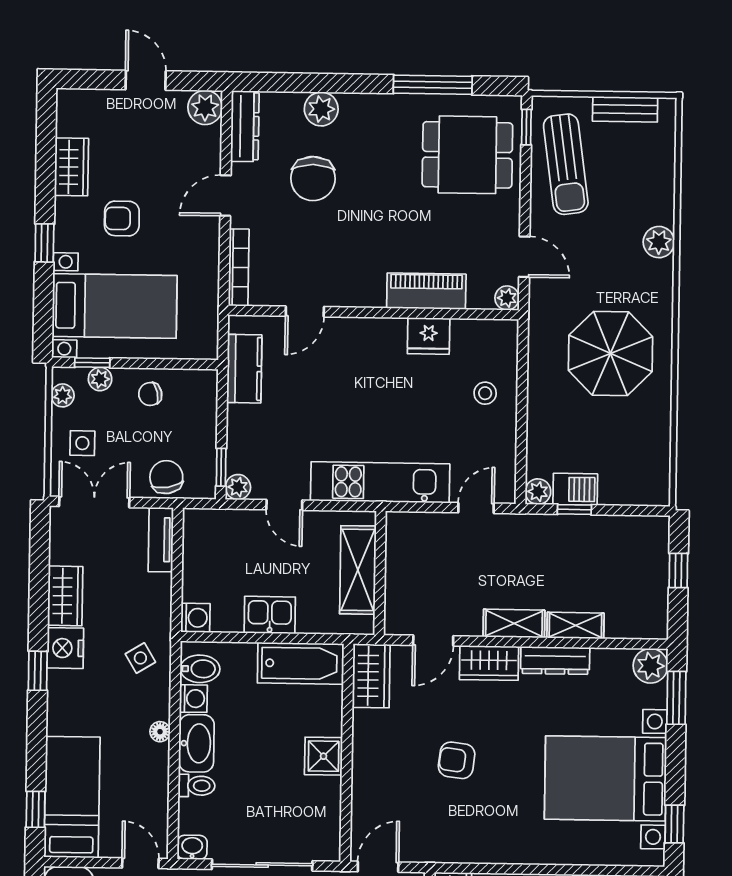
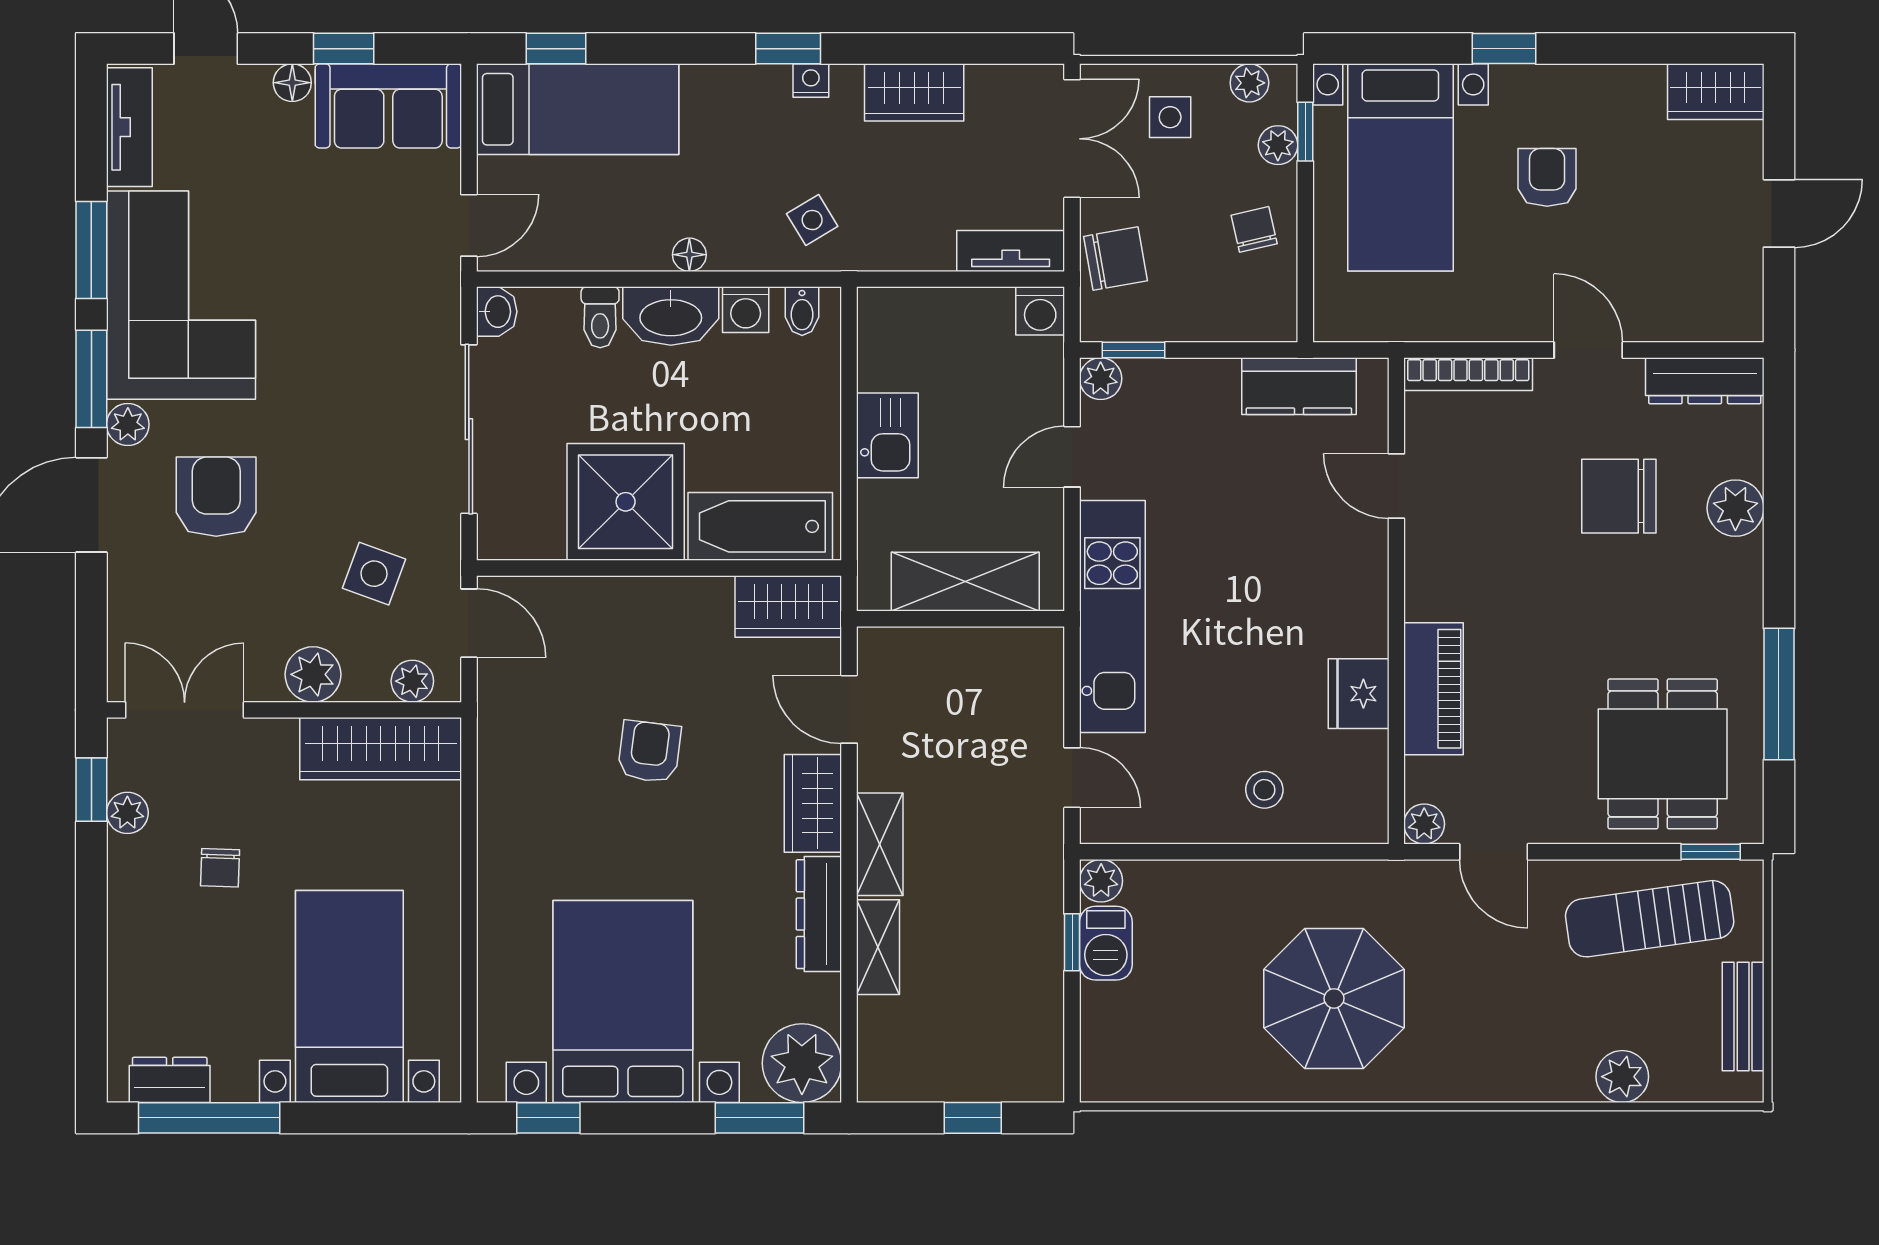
plant: (205, 107) -> (1735, 314), removed
wardrobe: (71, 167) -> (1716, 92), moved
plant: (659, 242) -> (1622, 1077), moved
door: (524, 257) -> (1494, 852), hinge flipped
washing machine: (195, 618) -> (1040, 311), moved
nightstand: (65, 648) -> (811, 81), width x0.53, depth x0.56
bathtub: (301, 663) -> (760, 526), moved, turned 90
plant: (650, 666) -> (802, 1063), width x1.36, depth x1.36
bidet: (200, 669) -> (802, 311), width x0.72, depth x0.74
shower: (324, 756) -> (626, 502), width x1.86, depth x1.86

